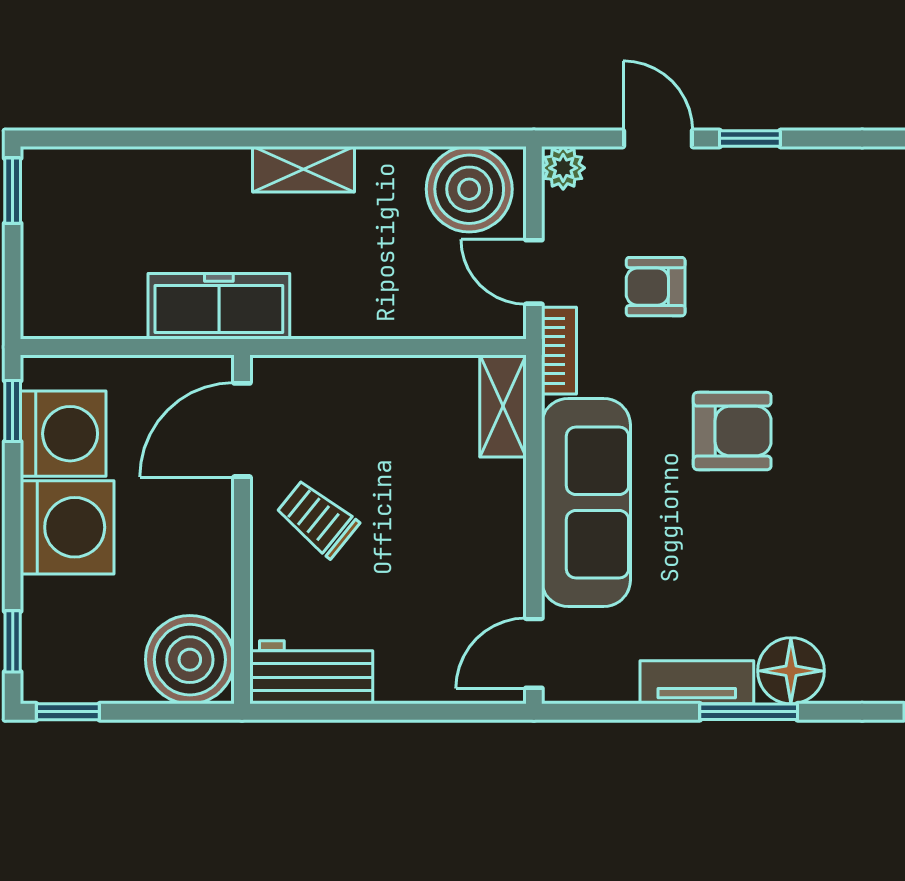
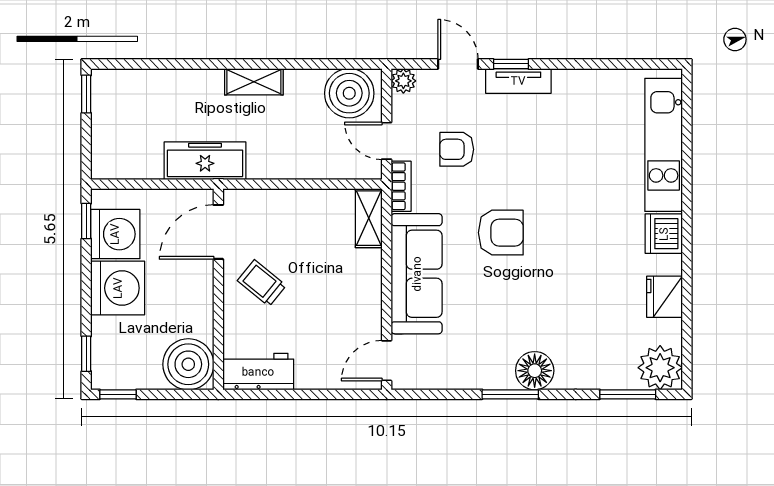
tv unit: (697, 682) -> (518, 81), moved, turned 180

